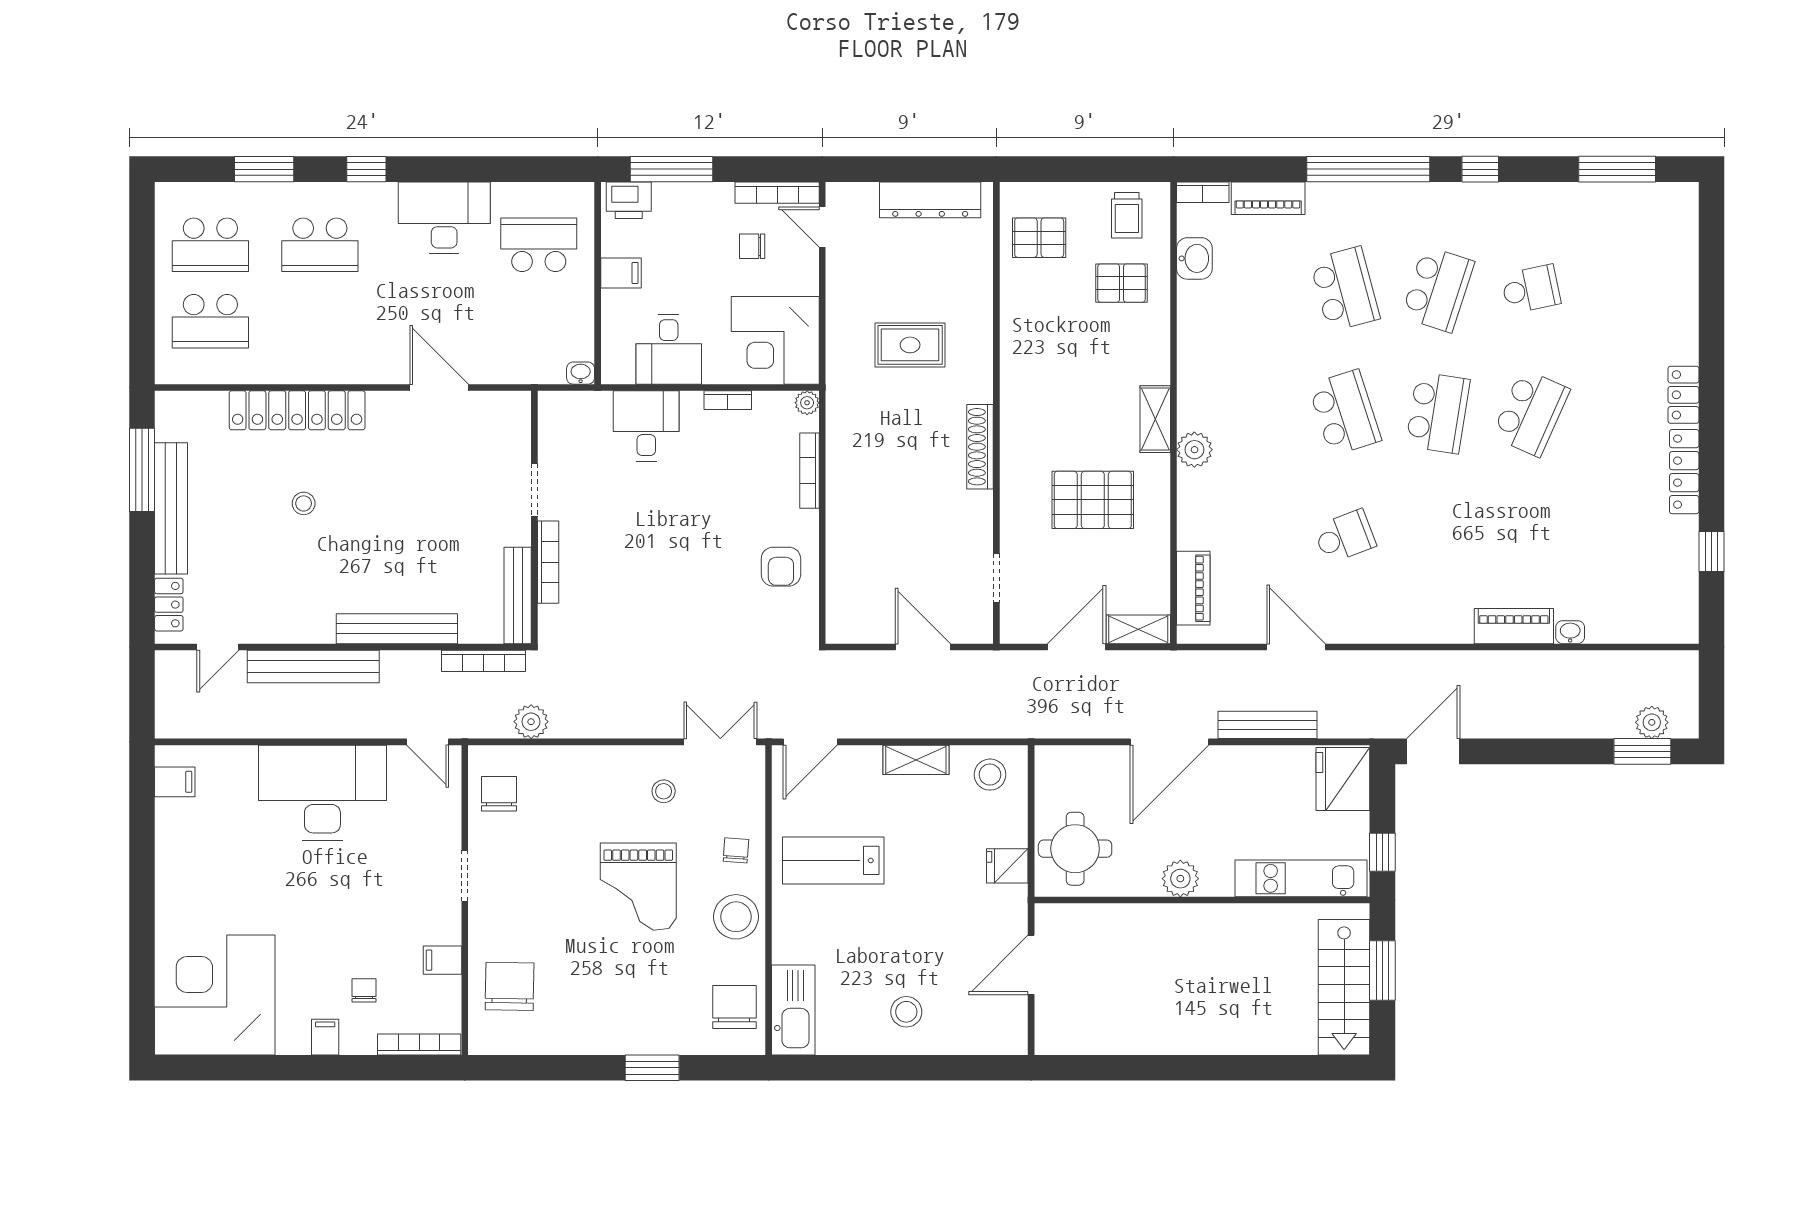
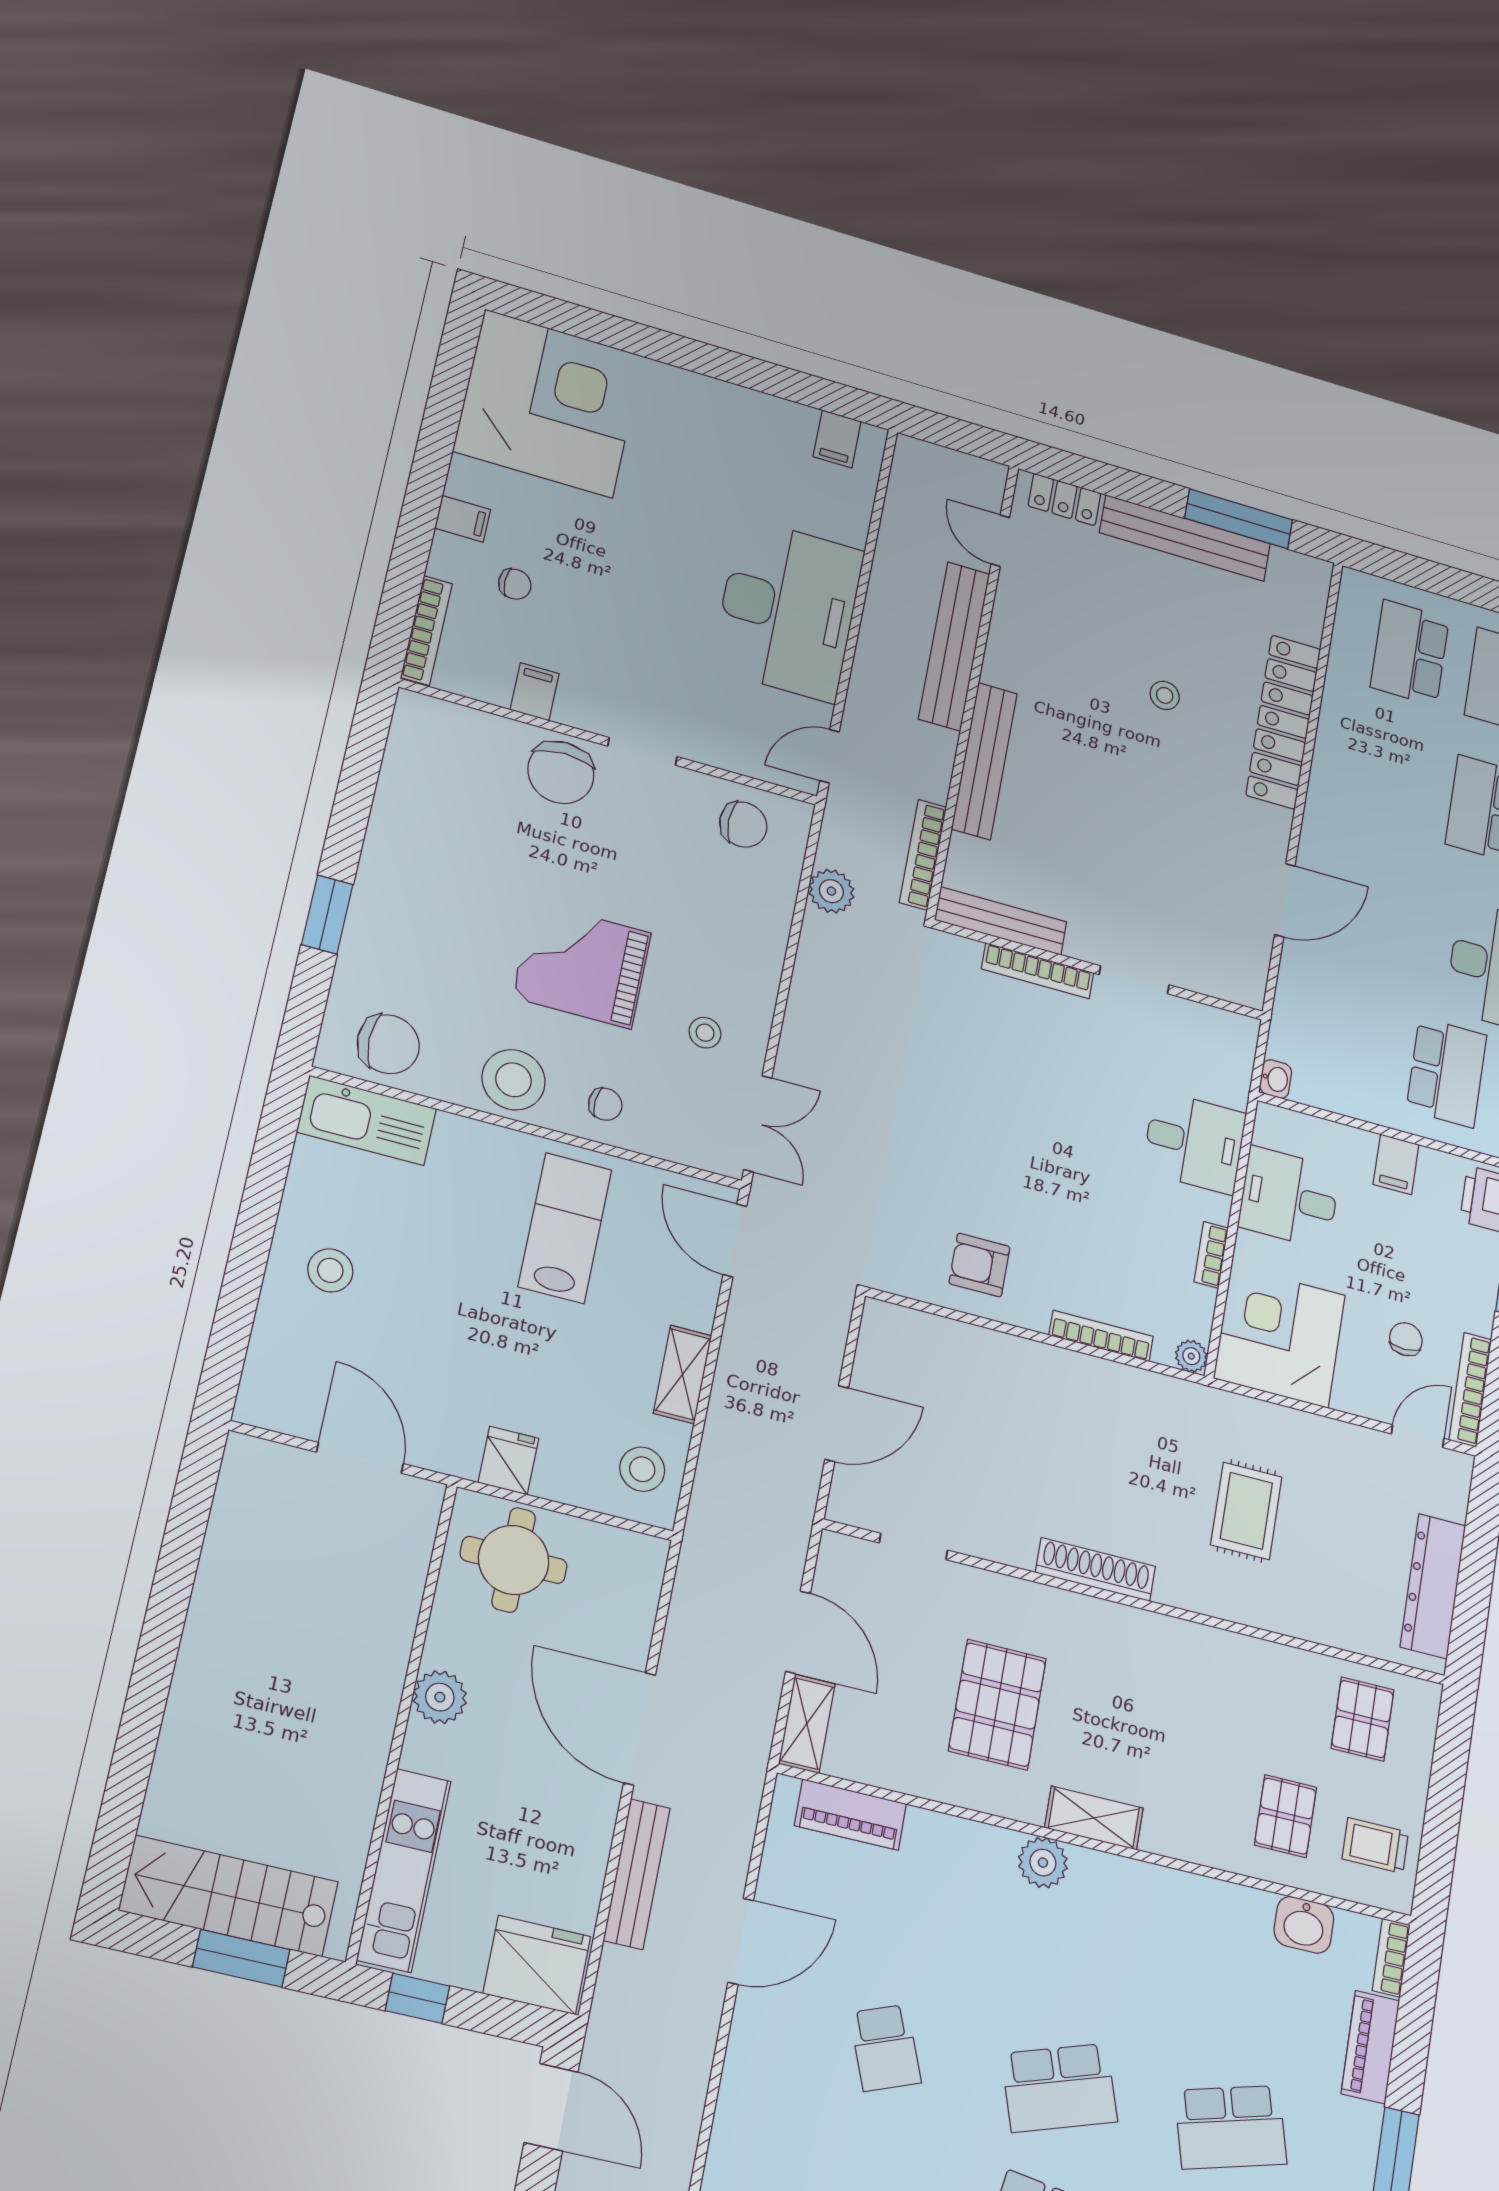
chair: (510, 986) -> (561, 772), moved, turned 89

